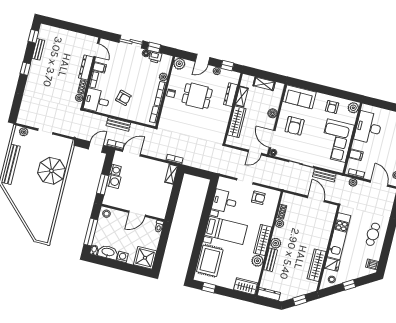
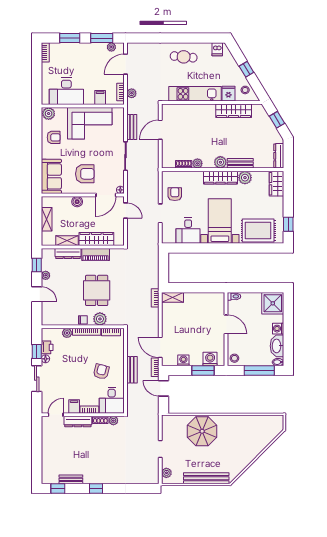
plant: (179, 64) -> (100, 319), moved
dining table: (197, 96) -> (97, 290), moved
piano: (224, 118) -> (96, 255), added
washing machine: (114, 181) -> (210, 359), moved

